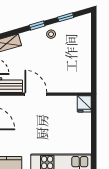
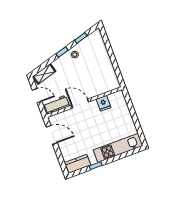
fridge: (84, 104) -> (104, 103), moved

